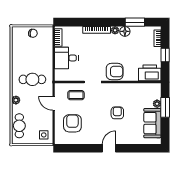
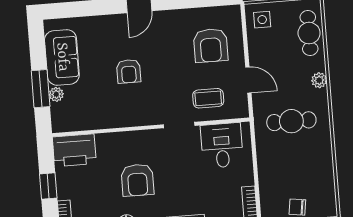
desk: (66, 58) -> (222, 145), moved, turned -90
armchair: (115, 72) -> (137, 180), moved, turned -90

